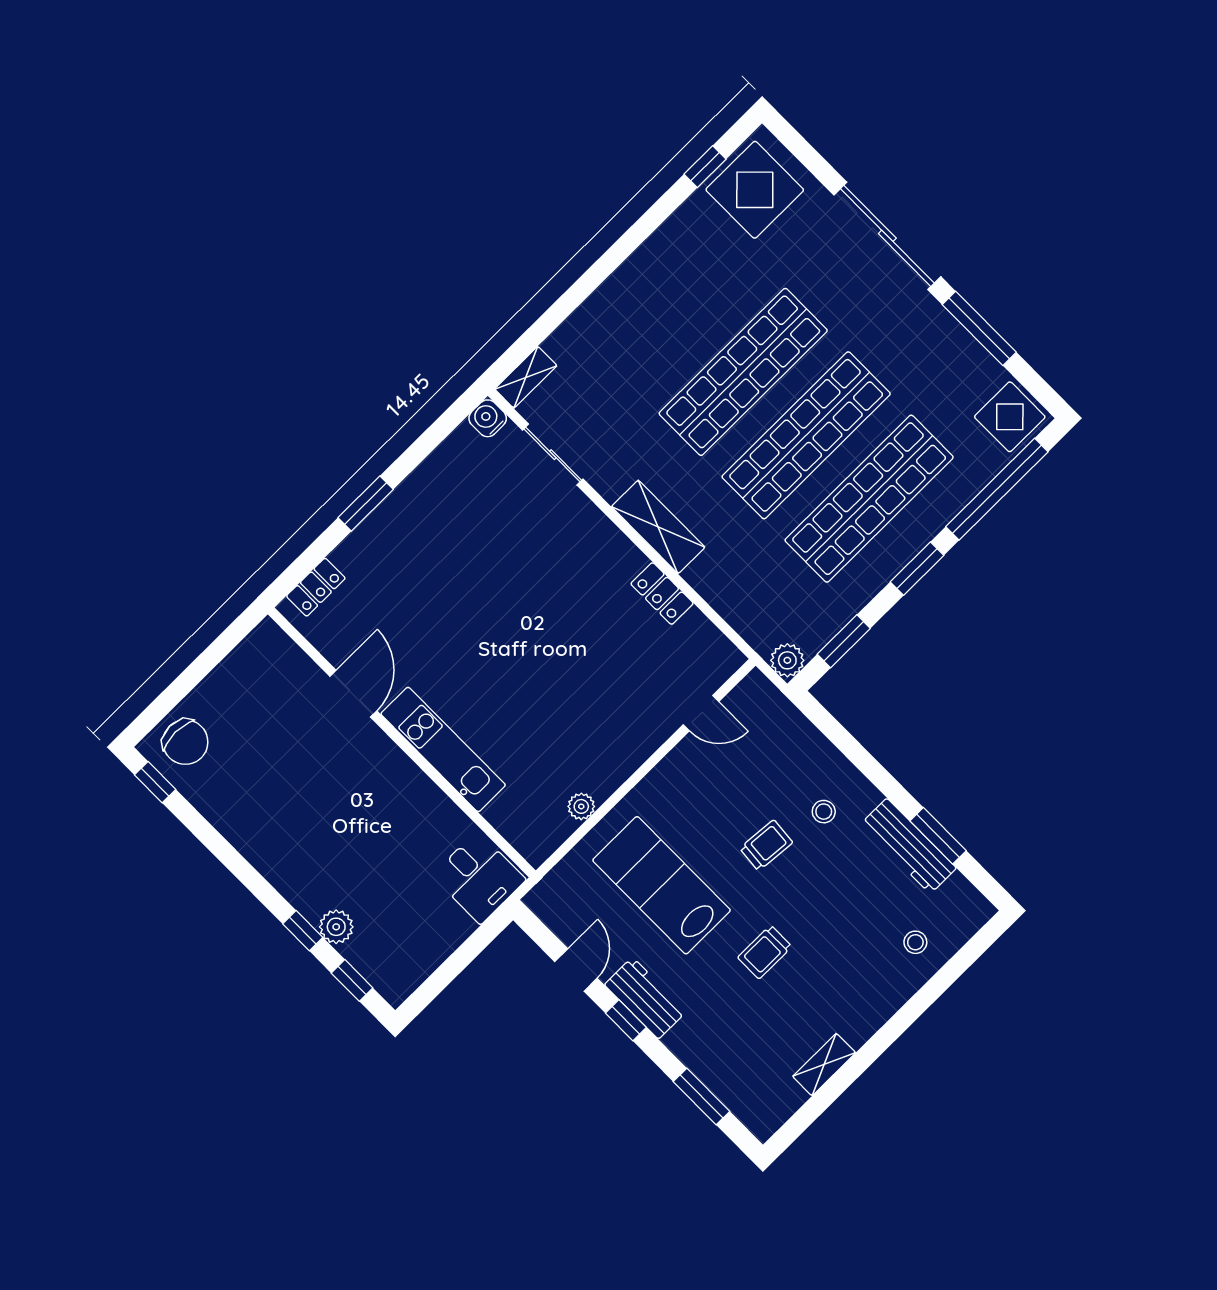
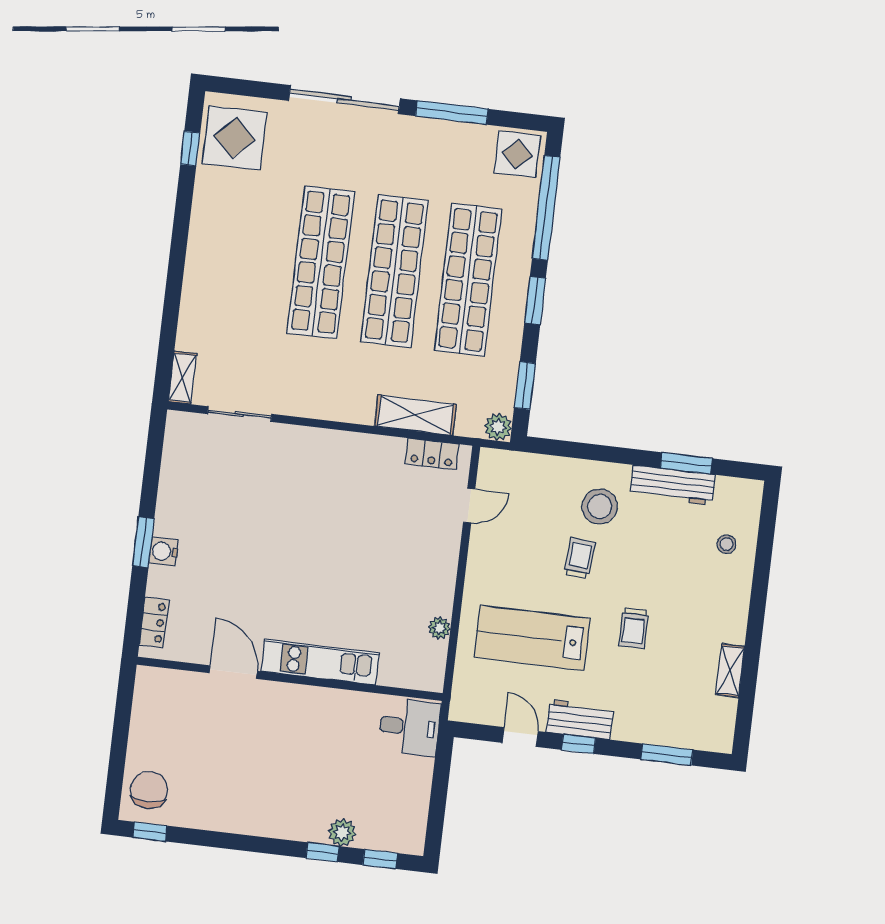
water cooler: (488, 418) -> (163, 551), moved
shelving: (658, 527) -> (415, 415), moved
locker: (662, 594) -> (432, 454), moved
chair: (185, 742) -> (149, 790), turned -90
stool: (824, 812) -> (600, 506), width x1.89, depth x1.89

